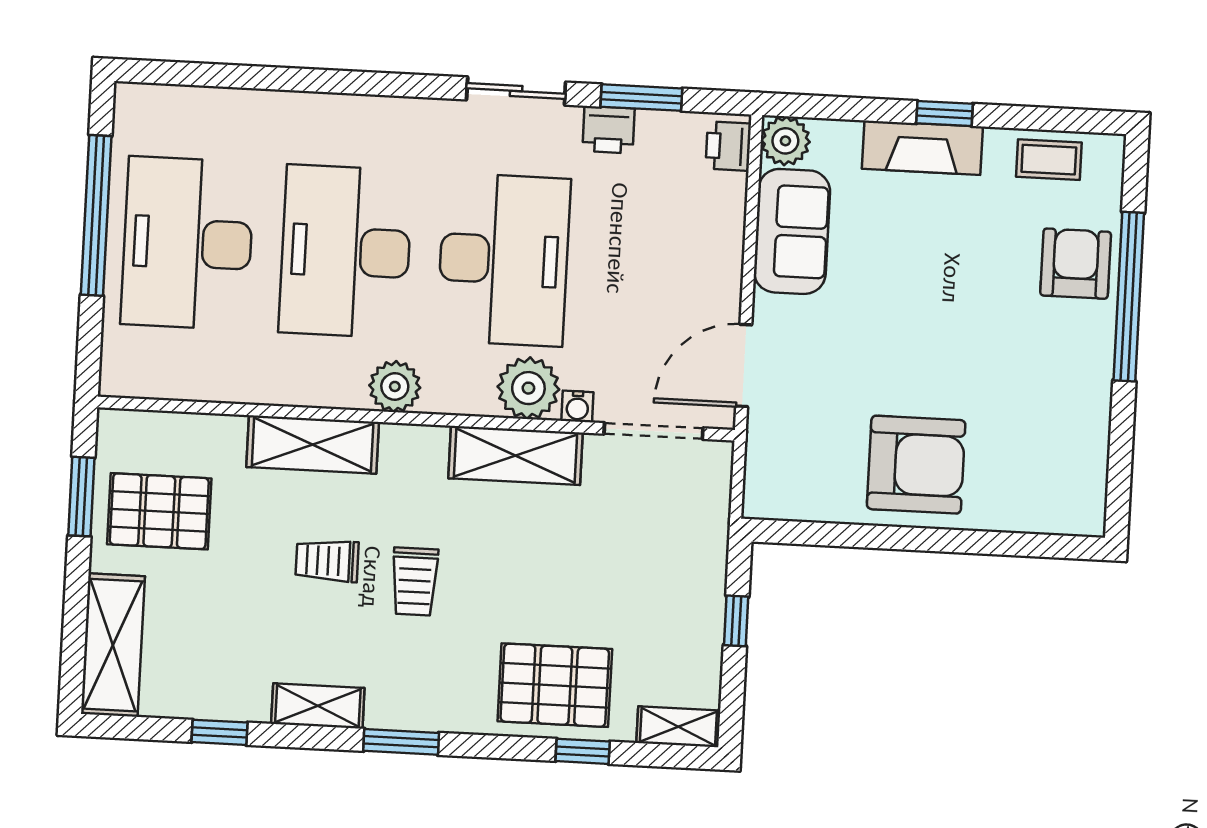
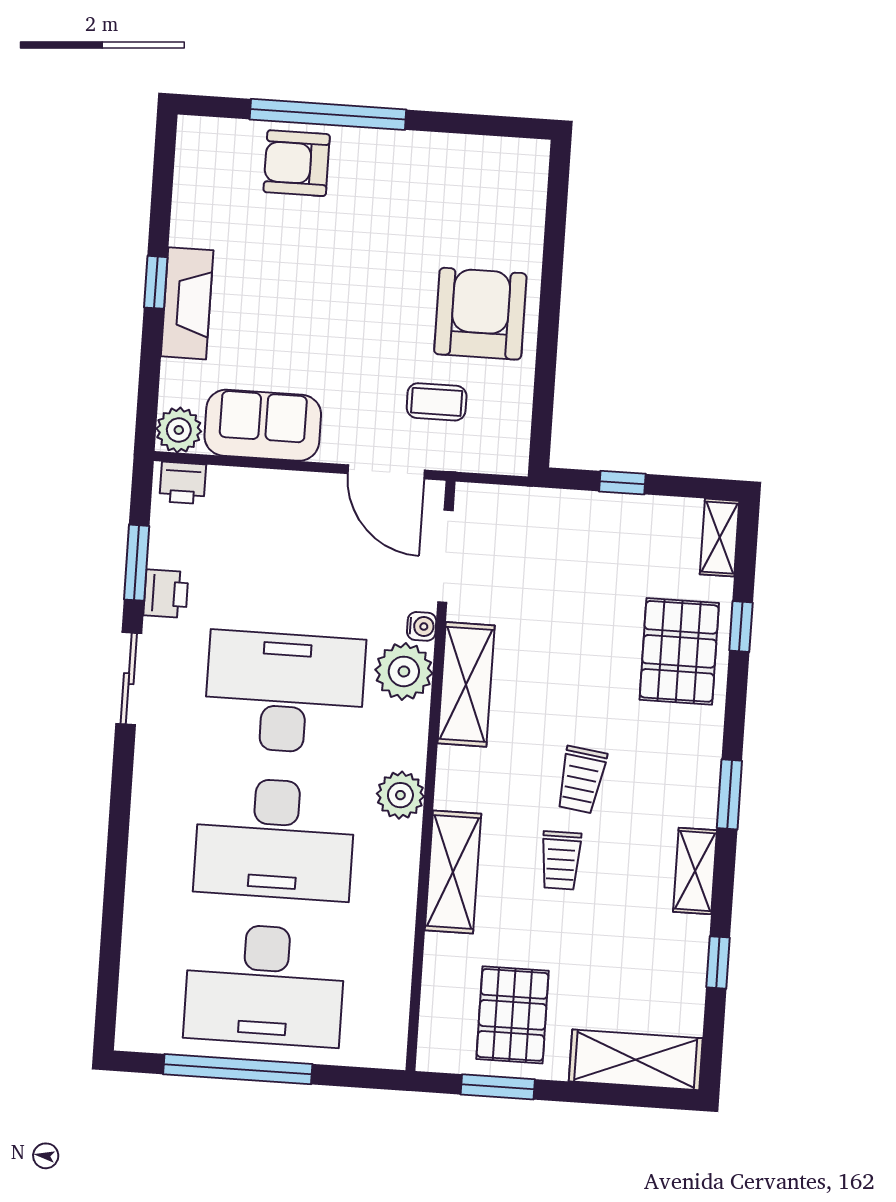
coffee table: (1049, 160) -> (437, 402), moved, turned 90
trolley: (415, 582) -> (581, 780), turned 98

